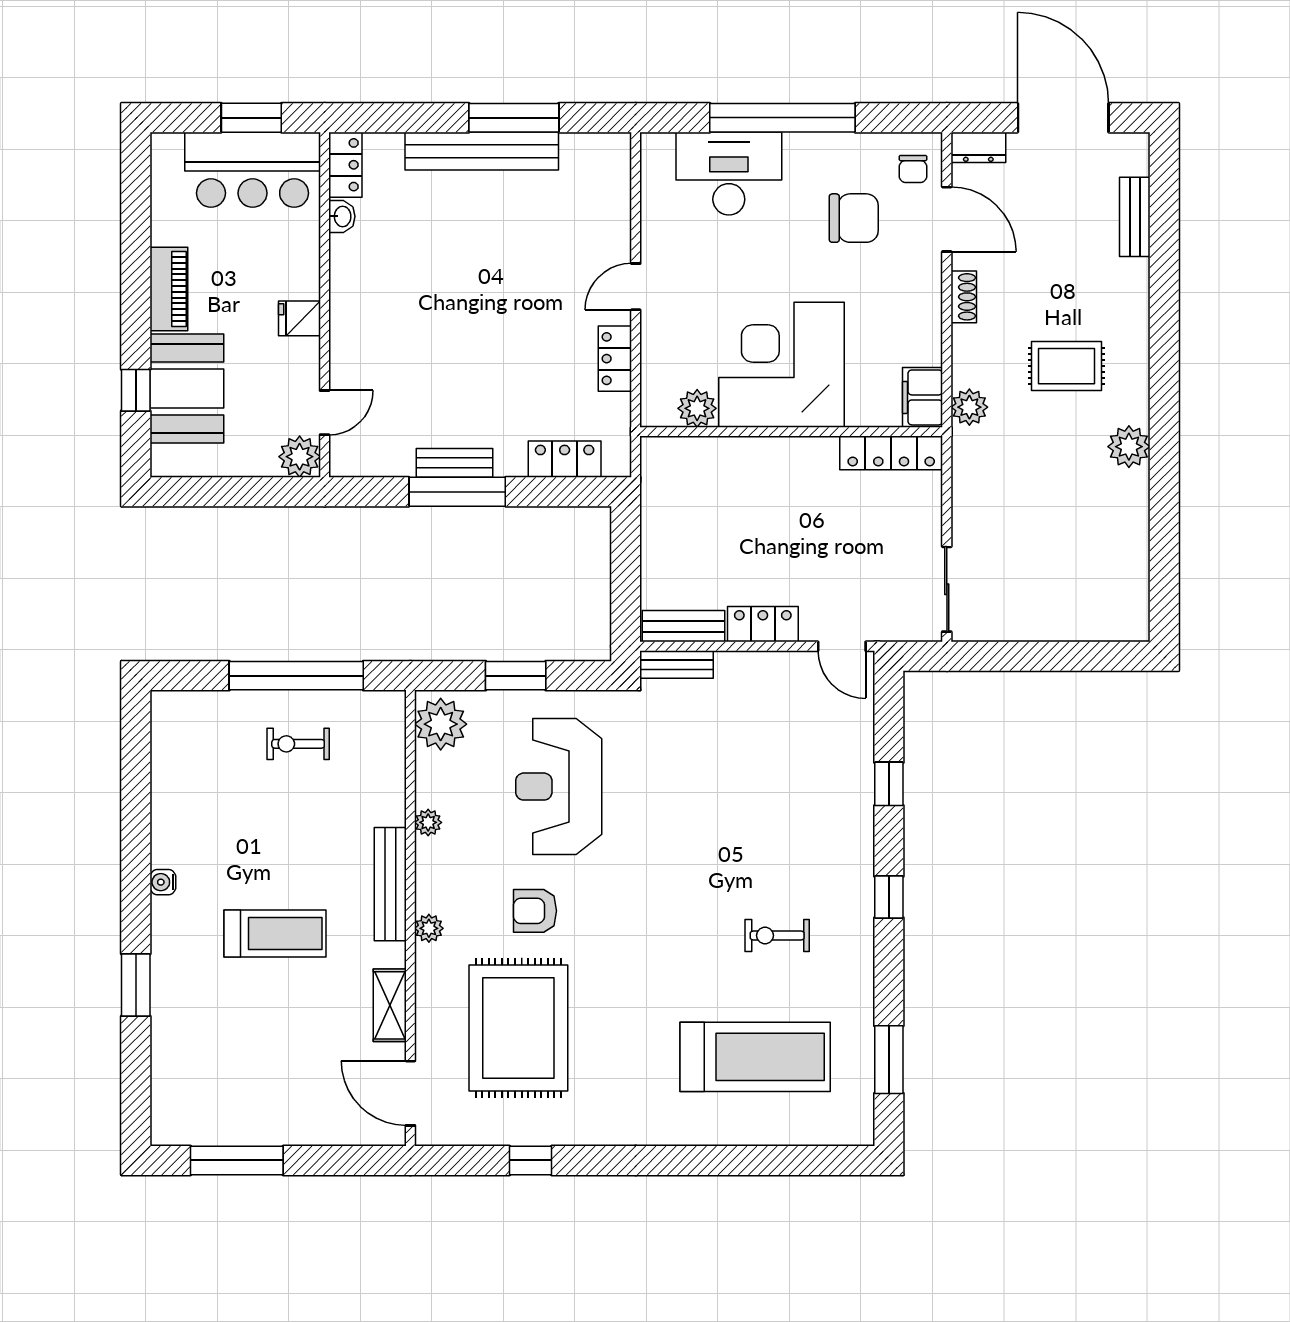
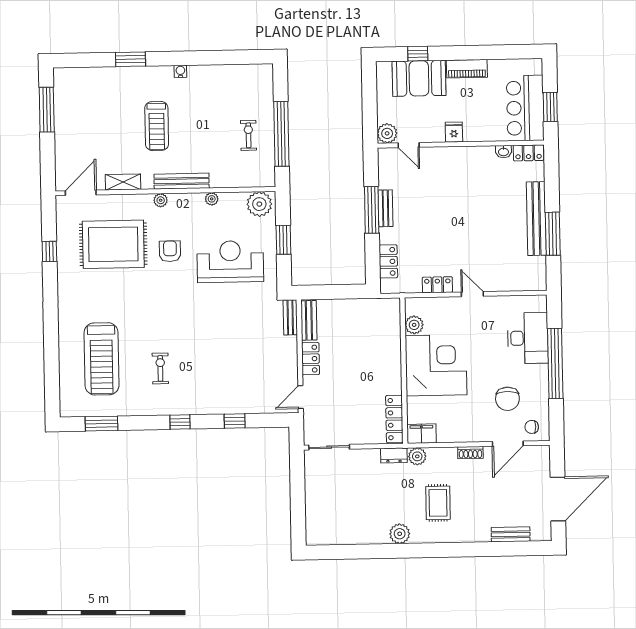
dresser: (978, 147) -> (394, 455), moved, turned -90

